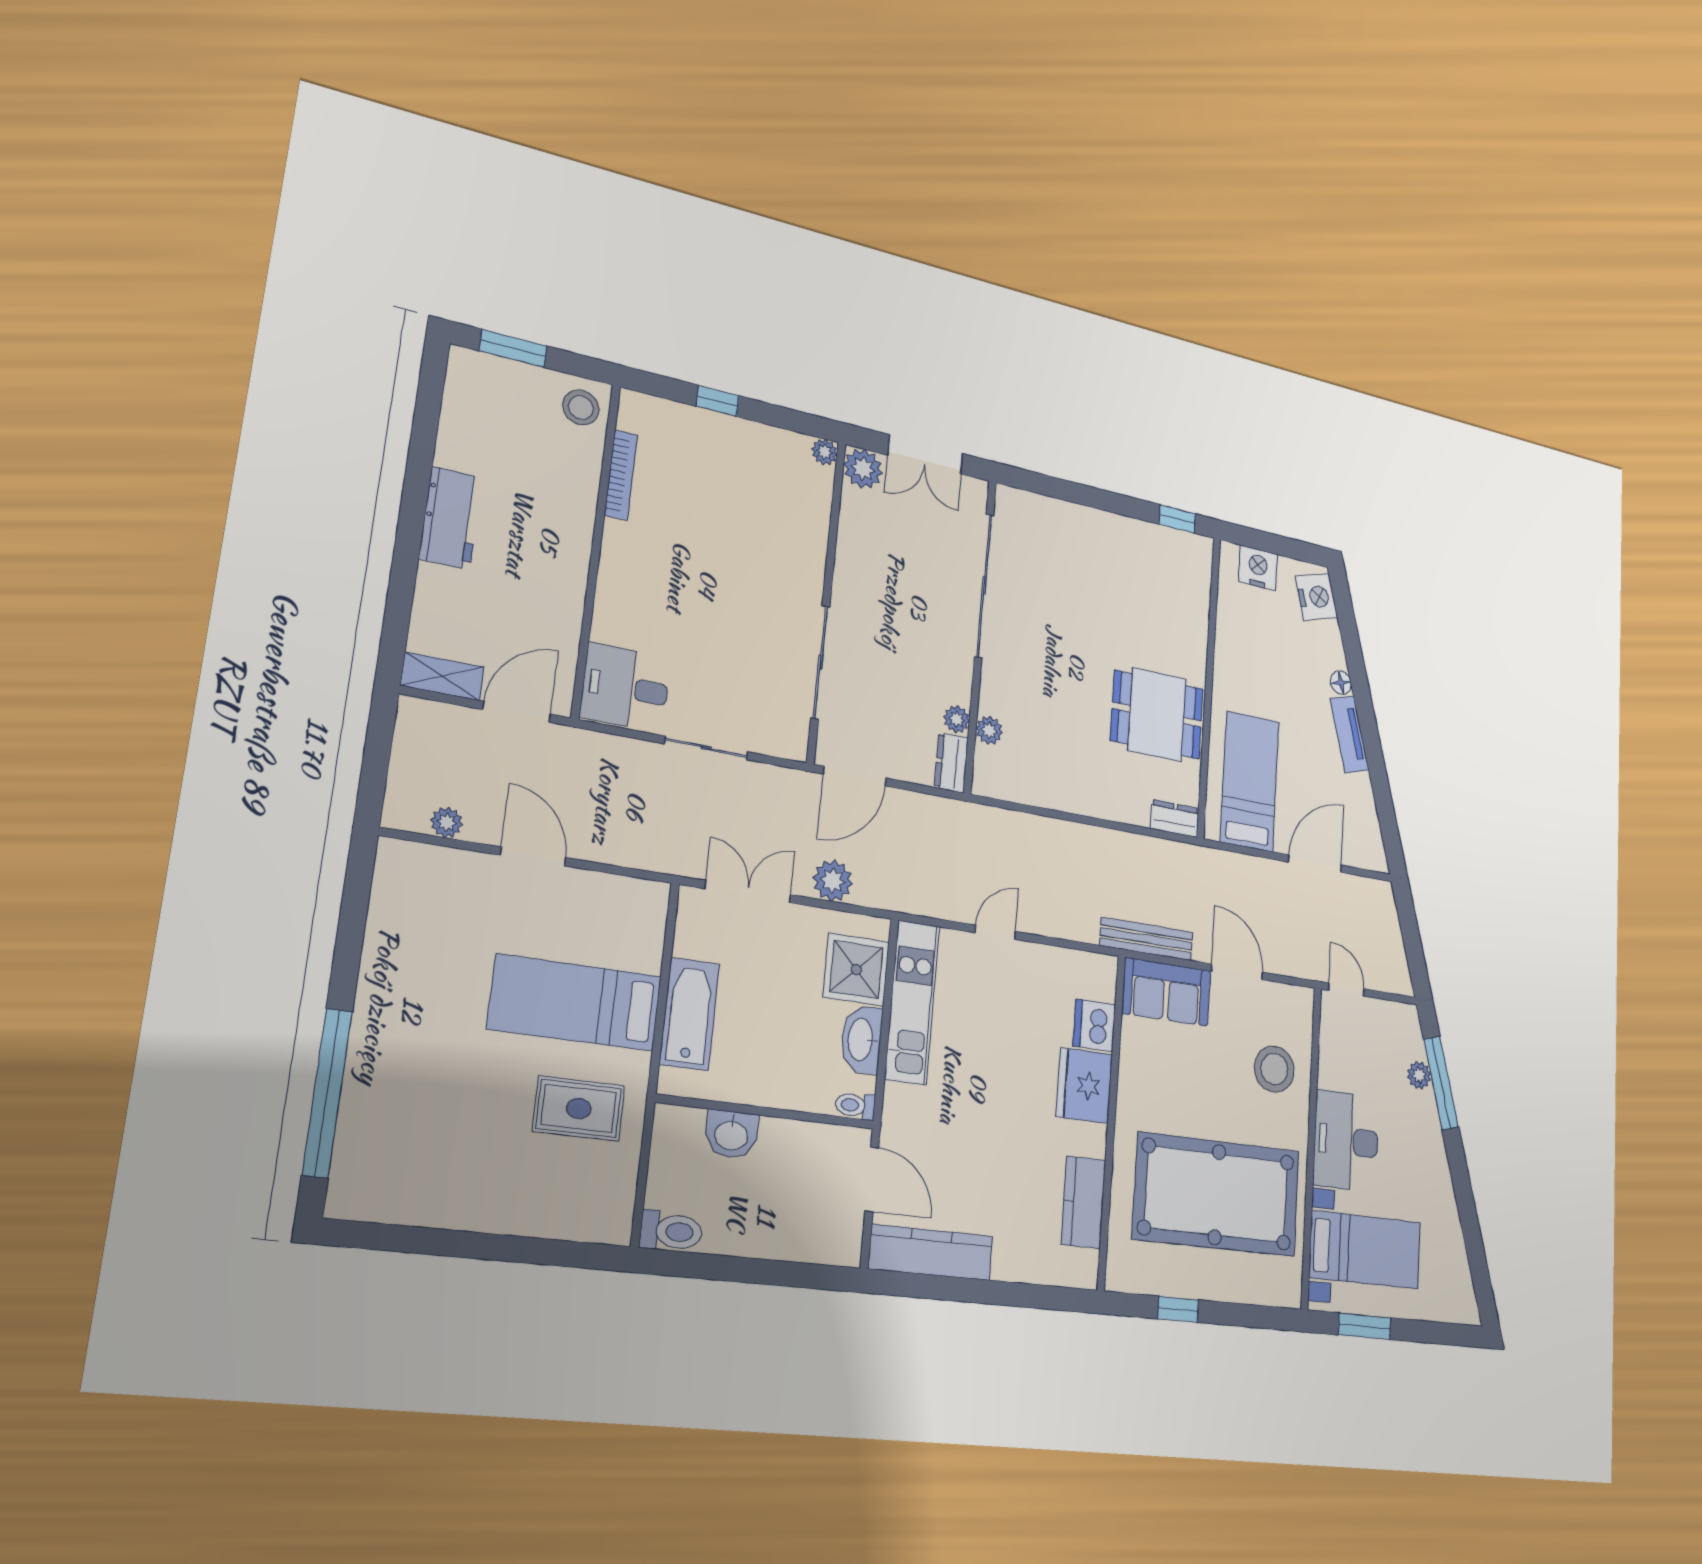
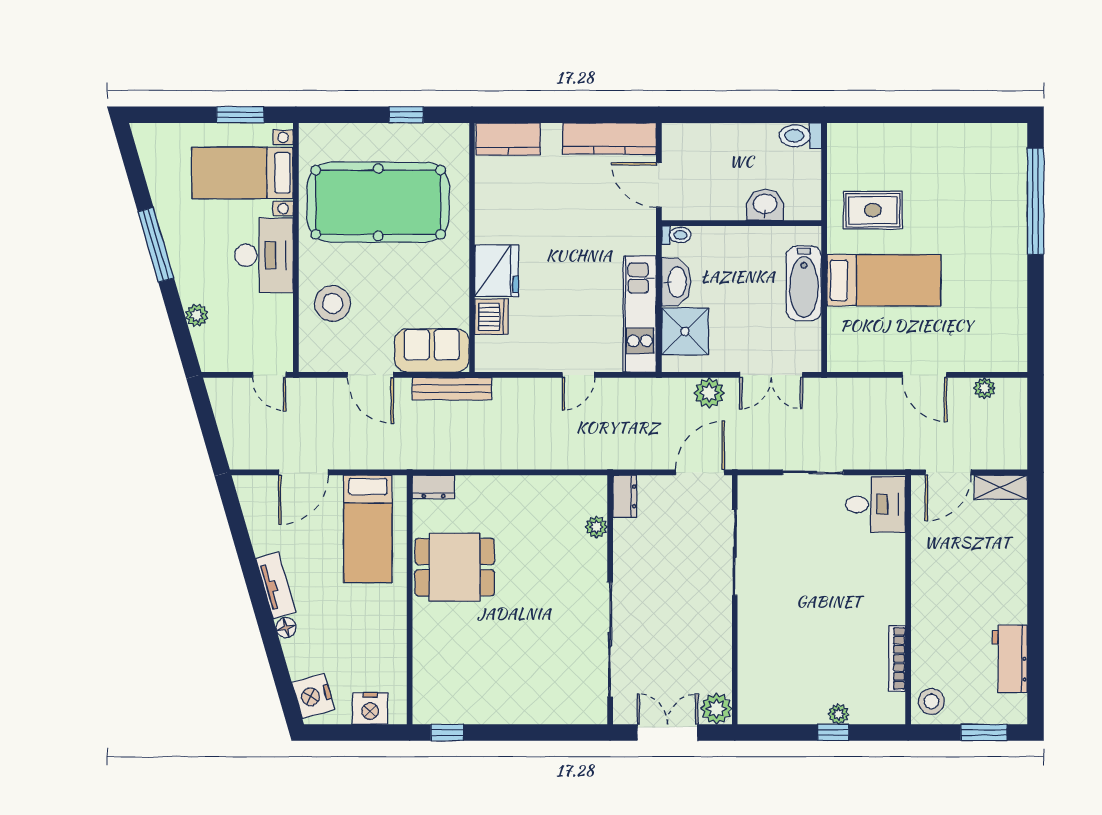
plant: (825, 452) -> (839, 714), moved
workbench: (451, 518) -> (1010, 659), moved
plant: (957, 719) -> (624, 530), removed
window: (1441, 1083) -> (156, 245), moved
kitchen counter: (1083, 1202) -> (508, 139), moved, turned 90

